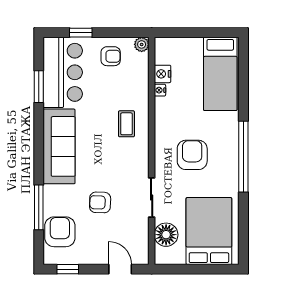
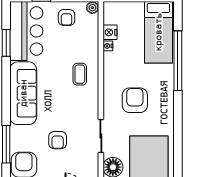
armchair: (111, 56) -> (66, 17), turned 90
window: (243, 157) -> (178, 61), moved
armchair: (100, 202) -> (58, 140), turned -92

